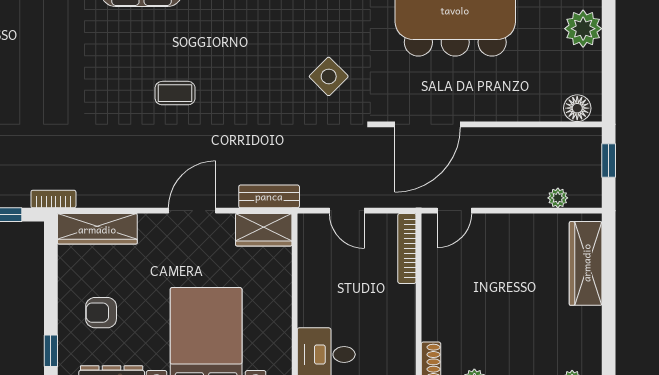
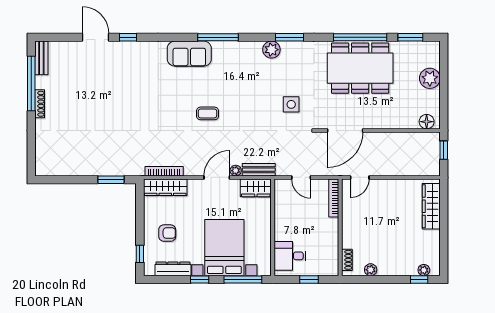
side table: (329, 76) -> (291, 104), turned 45
plant: (558, 198) -> (236, 171), moved
bookcase: (53, 199) -> (164, 171), moved, width x1.56
armchair: (101, 313) -> (167, 233), turned 180

